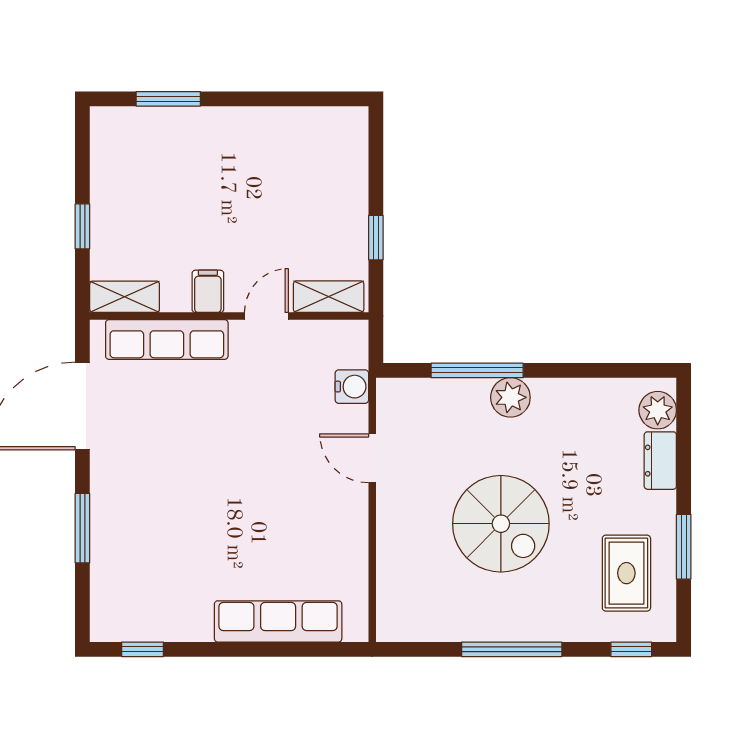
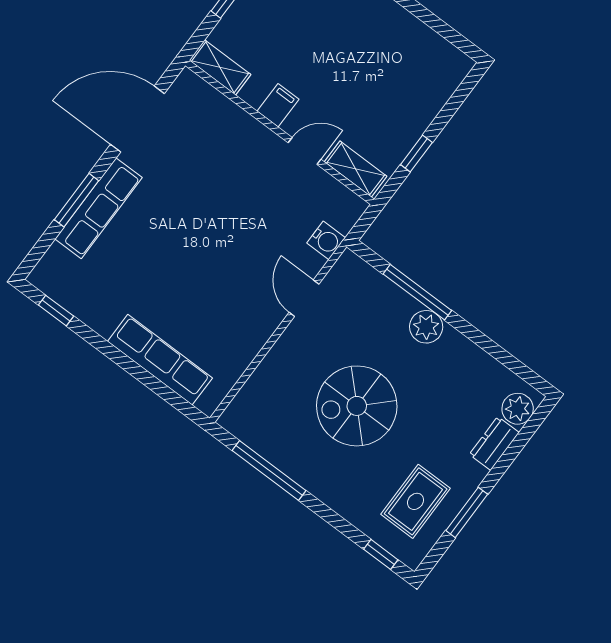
row of seats: (167, 340) -> (99, 208), moved, turned -90
spiral stairs: (501, 524) -> (357, 406), turned 90
window: (512, 649) -> (269, 470), moved

